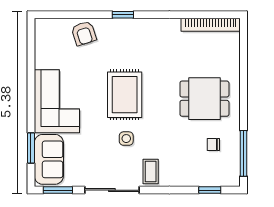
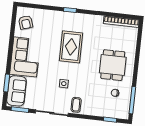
armchair: (84, 33) -> (26, 22), moved
rug: (125, 95) -> (71, 47), moved
dining table: (204, 99) -> (113, 65), turned 90

